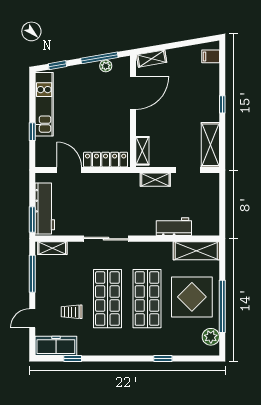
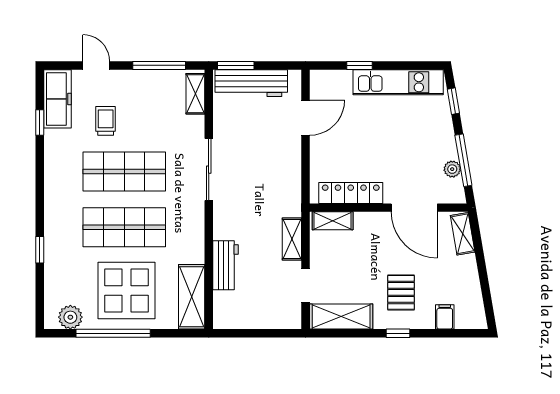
filing cabinet: (211, 56) -> (445, 317), moved
pallet: (193, 102) -> (401, 292), added
locker: (106, 160) -> (351, 193), moved, turned -90

